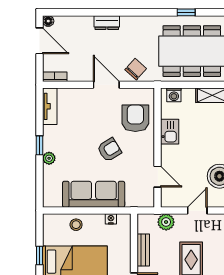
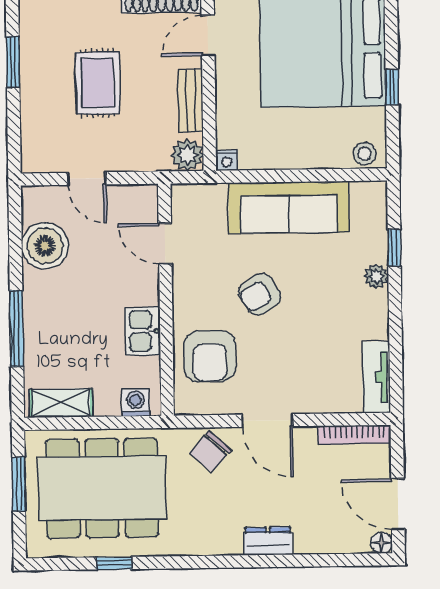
bookcase: (55, 77) -> (354, 435), width x1.56
window: (40, 145) -> (394, 248), moved
door: (197, 211) -> (87, 179), hinge flipped
nightstand: (111, 219) -> (227, 160), moved
plant: (166, 222) -> (187, 155), moved
stool: (76, 225) -> (365, 154), moved

